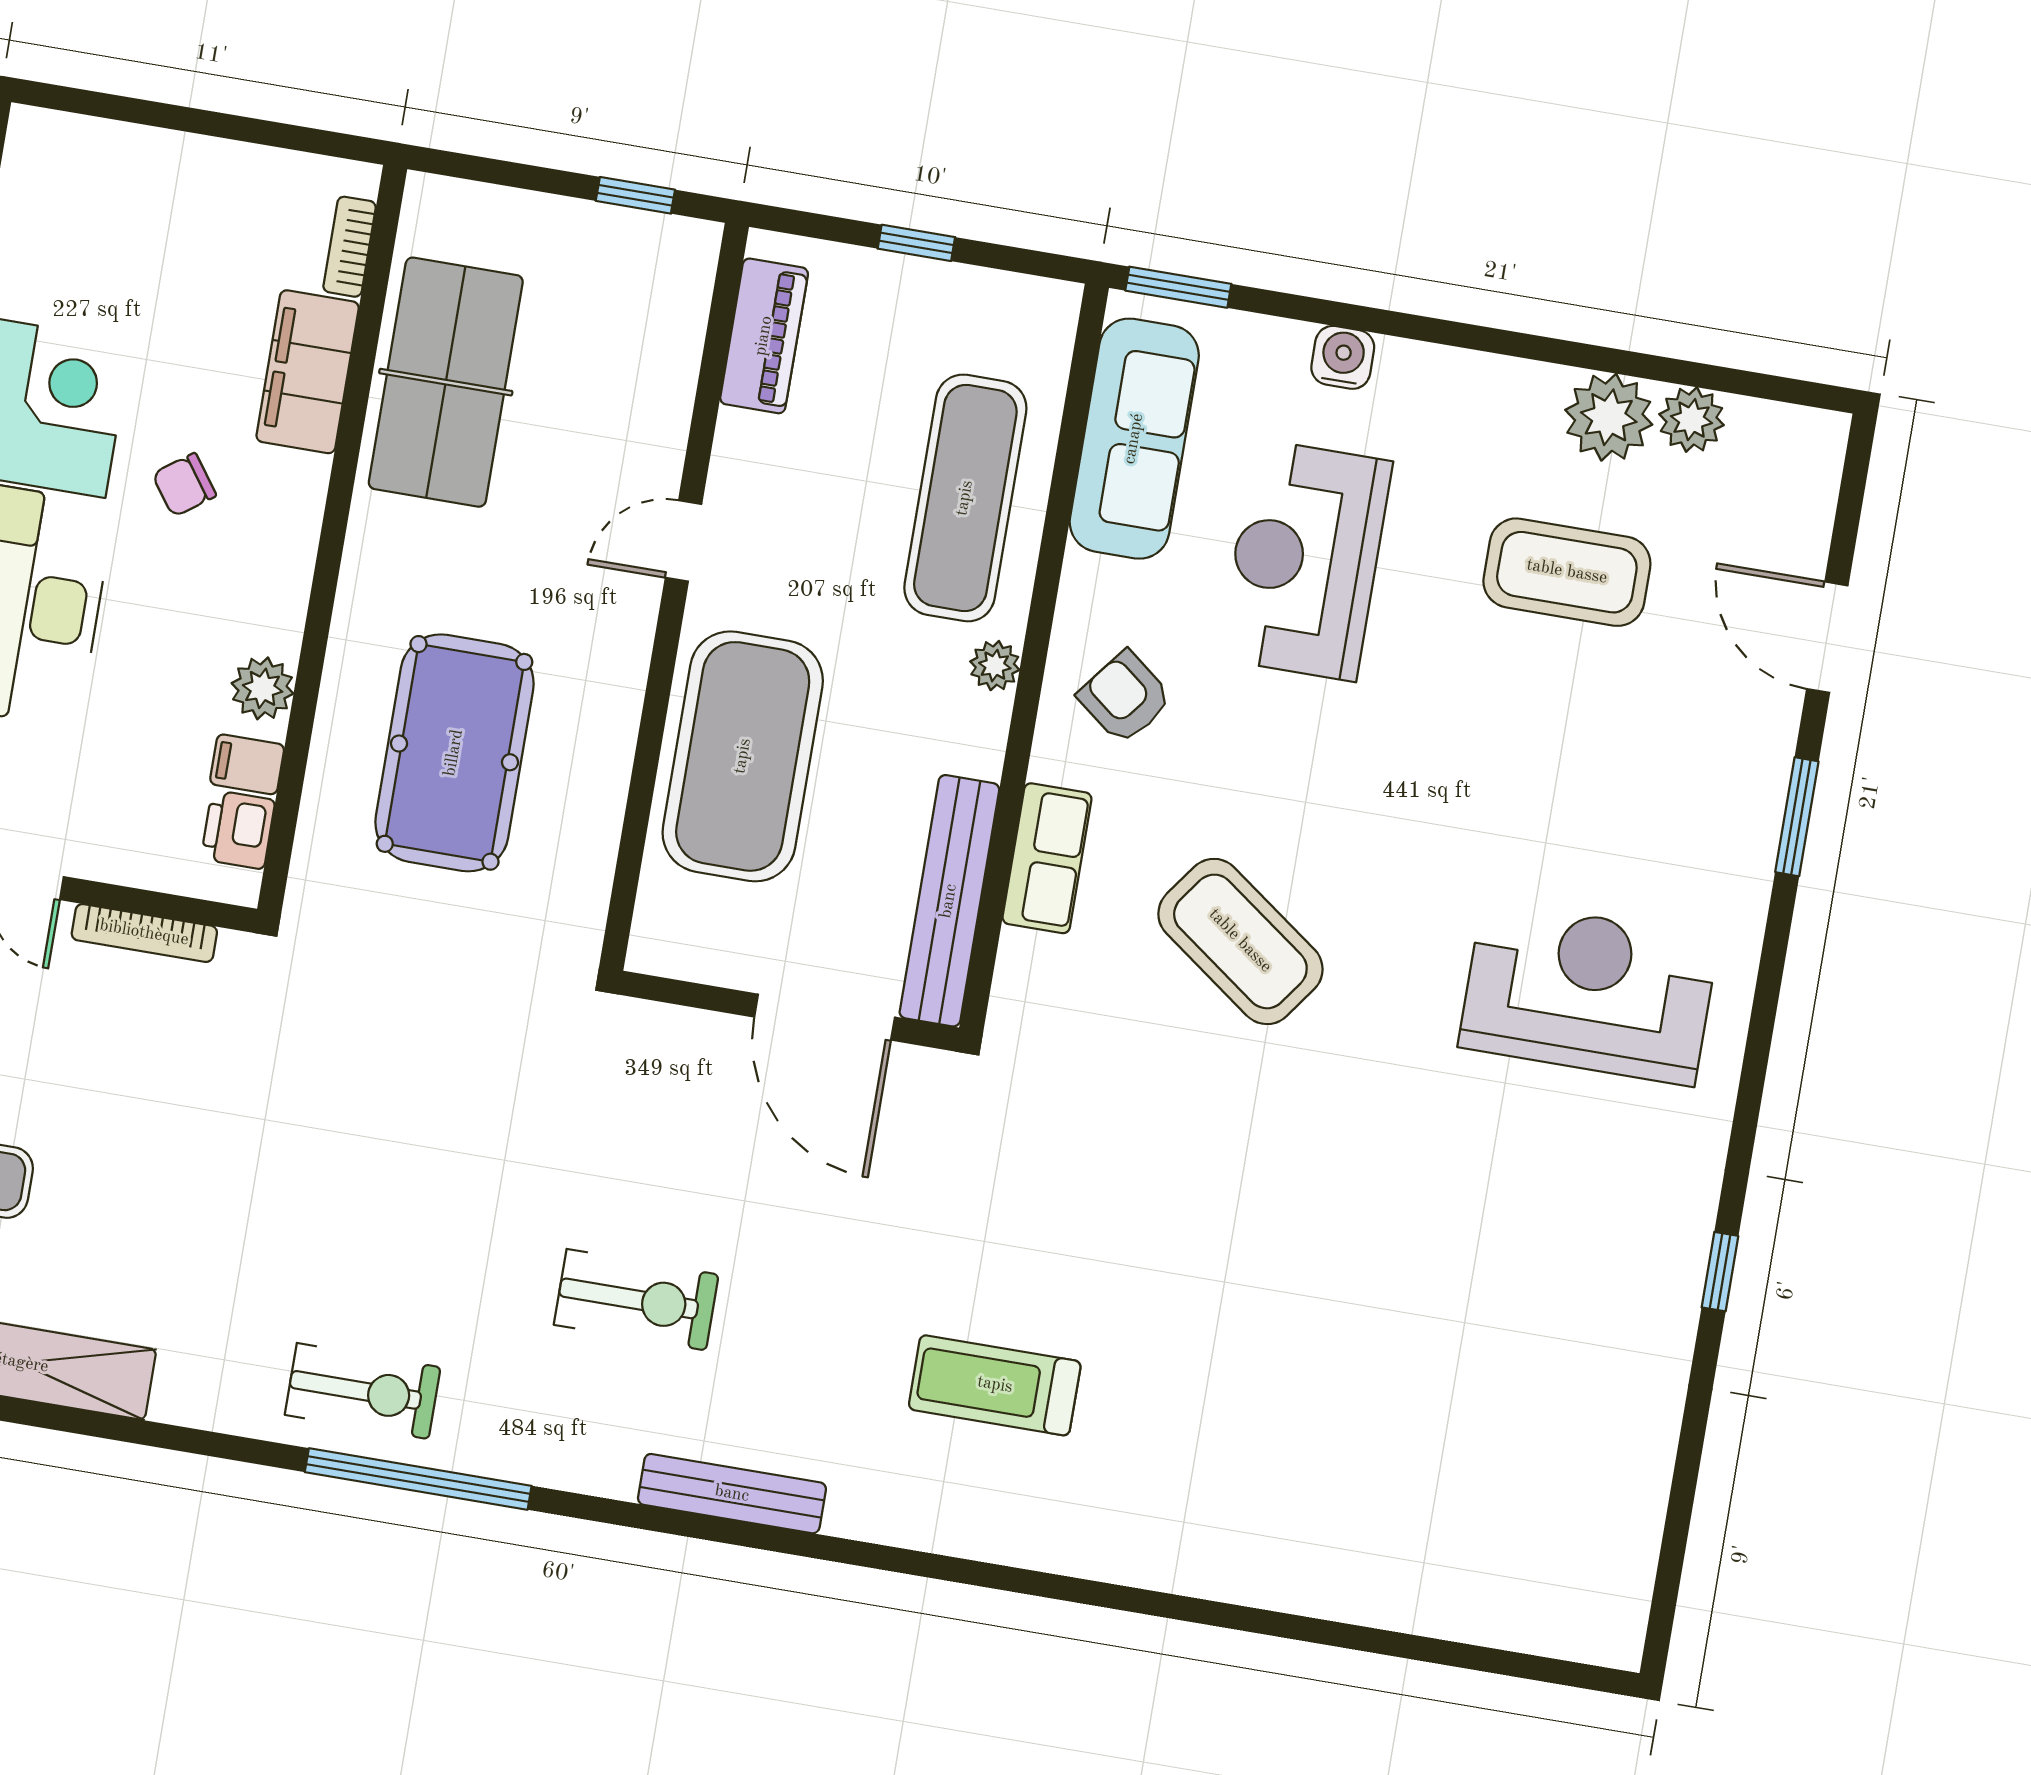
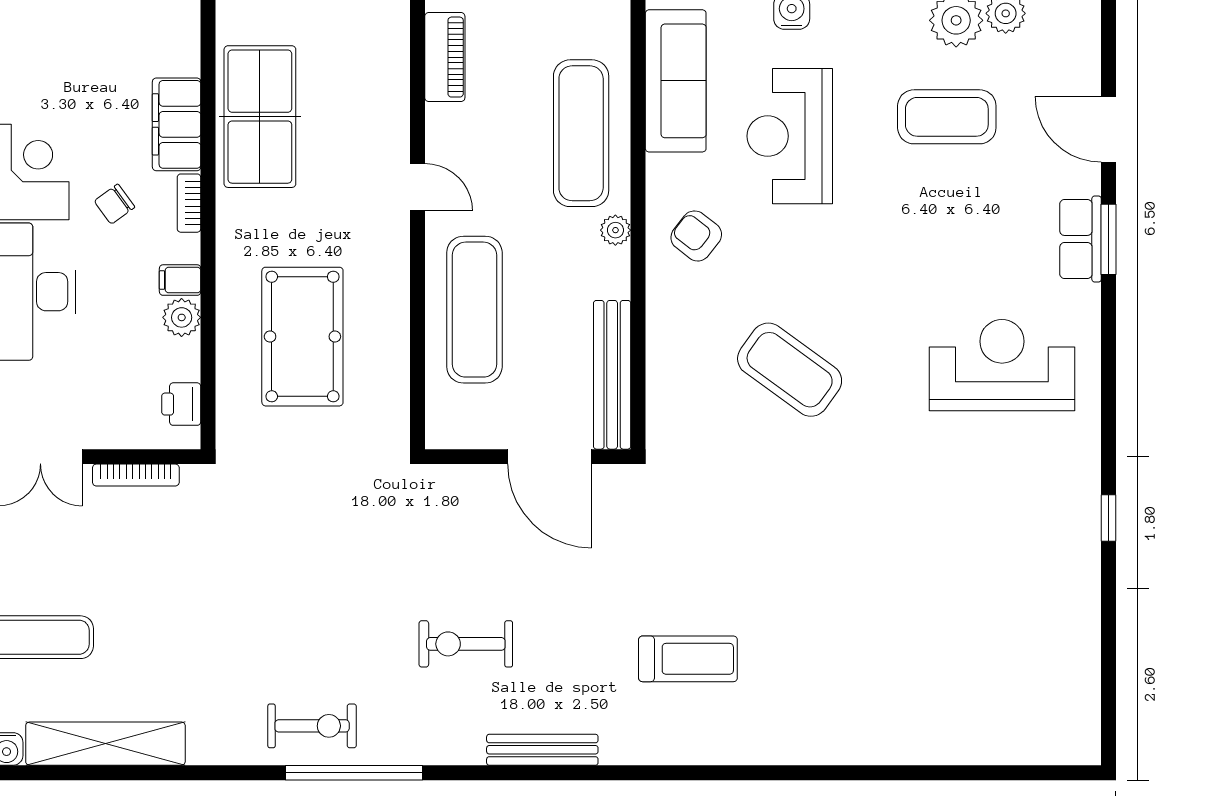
bookcase: (350, 247) -> (189, 203), moved
door: (684, 541) -> (418, 187), swing flipped
exercise mat: (743, 756) -> (474, 310), width x0.68
filing cabinet: (247, 764) -> (180, 280), moved
row of seats: (1047, 858) -> (1080, 239), moved, turned 180
exercise bike: (636, 1300) -> (466, 644), turned 180
treadmill: (995, 1385) -> (688, 659), turned 180

